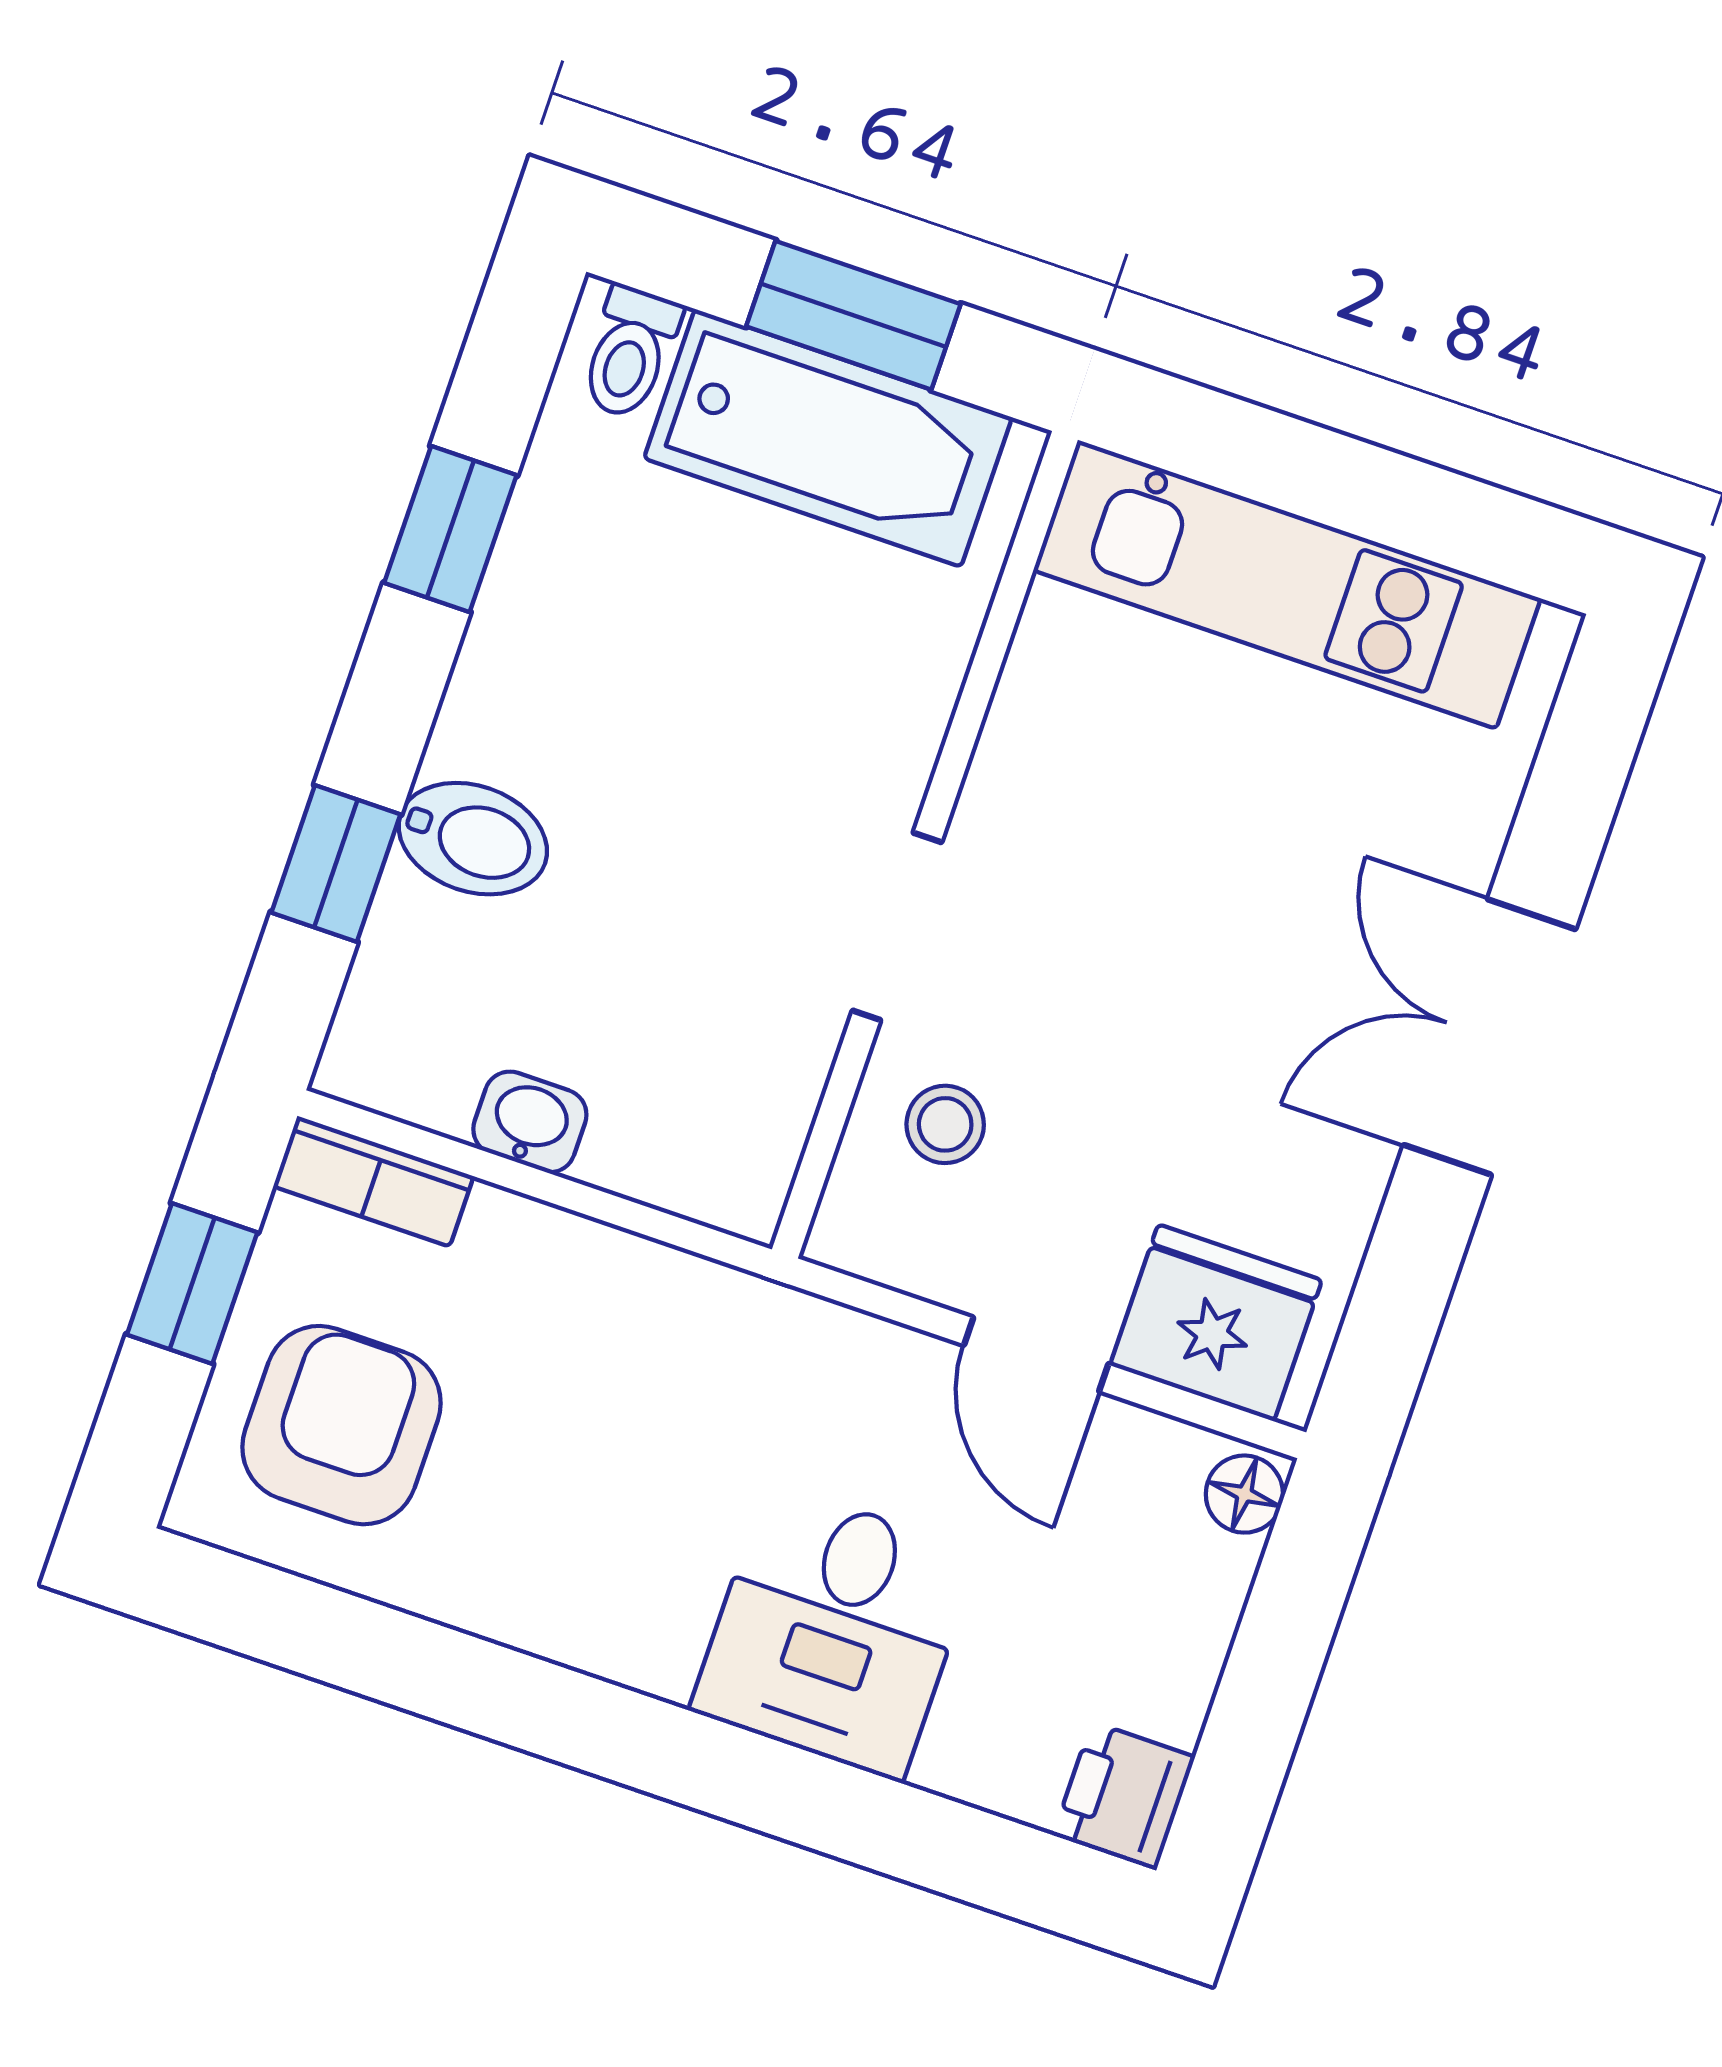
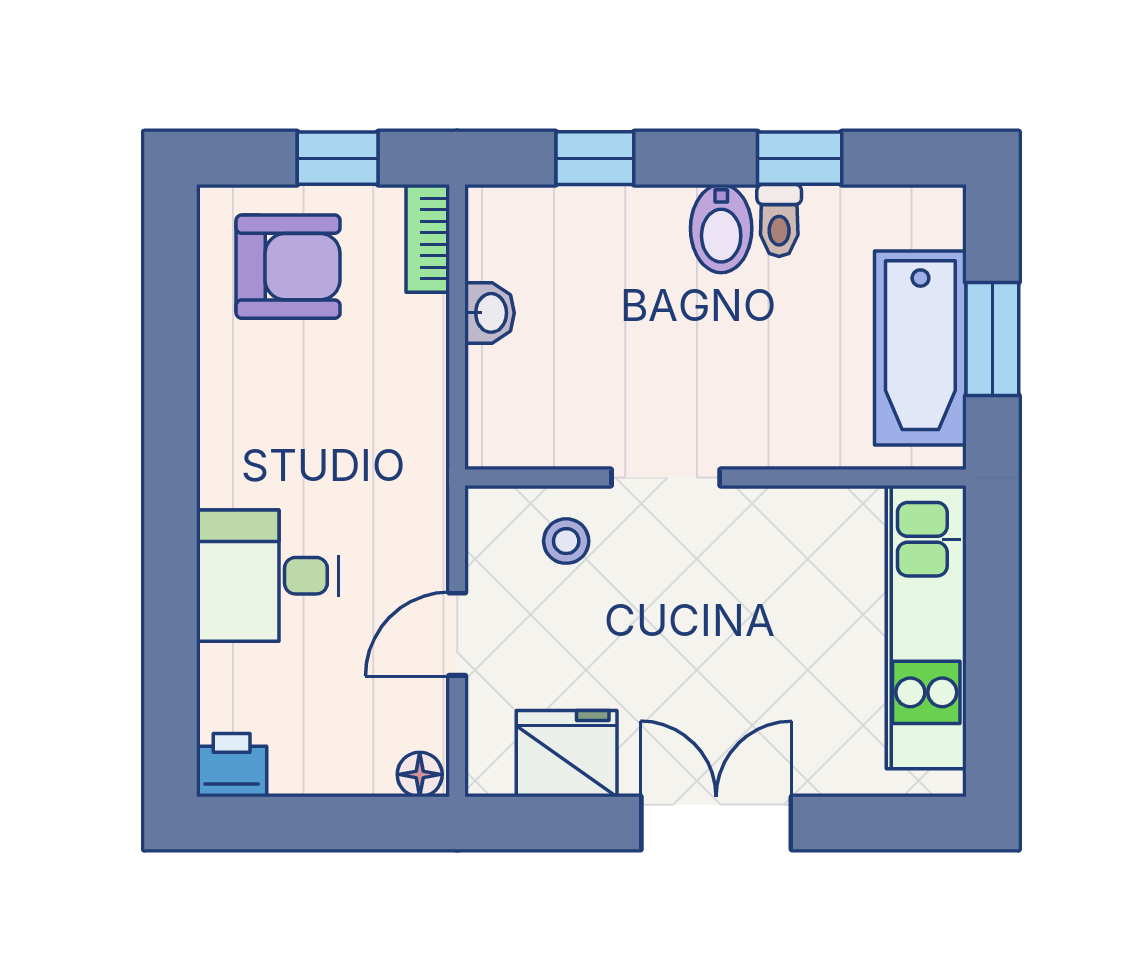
toilet: (630, 352) -> (779, 220), moved, turned -90
bidet: (473, 839) -> (721, 229), moved
fridge: (1216, 1323) -> (567, 754), moved, turned -90

